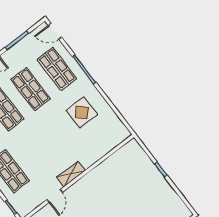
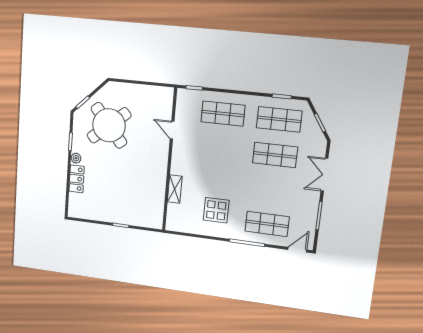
shop shelf: (31, 89) -> (271, 190), removed
shelving: (71, 174) -> (175, 189), moved

